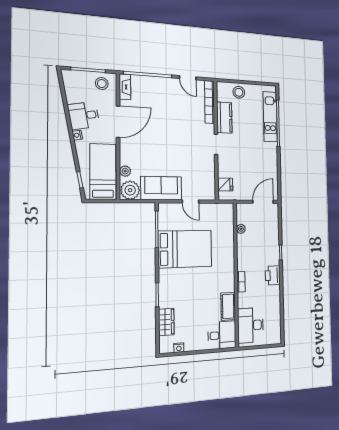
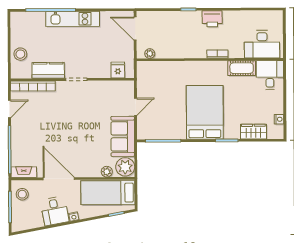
kitchen unit: (270, 117) -> (73, 19), moved
plant: (241, 229) -> (150, 54), moved
bed: (185, 249) -> (205, 112), moved

